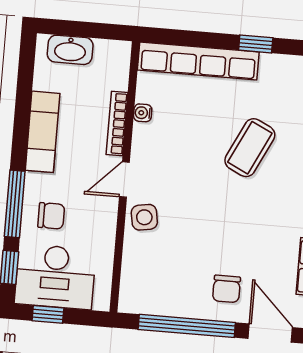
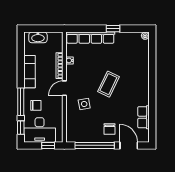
coffee table: (250, 148) -> (108, 84), moved
side table: (144, 217) -> (84, 104), moved
window: (48, 314) -> (48, 145), moved

